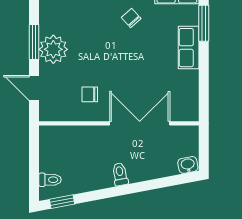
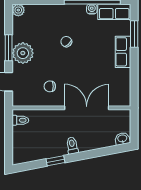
chair: (131, 18) -> (66, 42), moved
toilet: (50, 180) -> (20, 120), moved
window: (62, 202) -> (55, 161), moved

